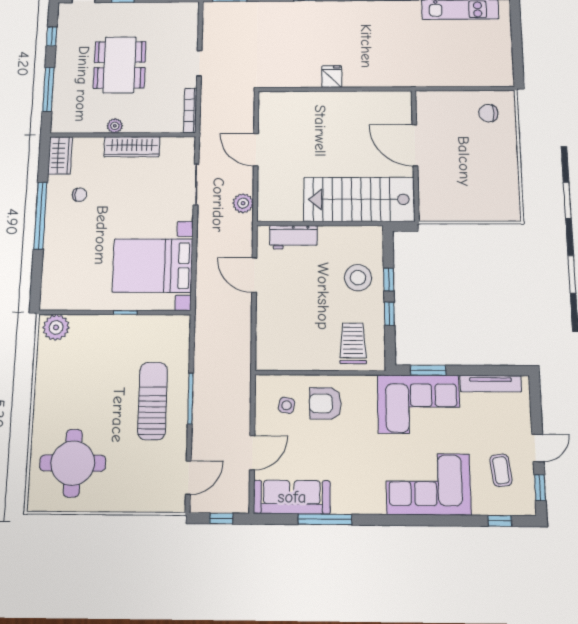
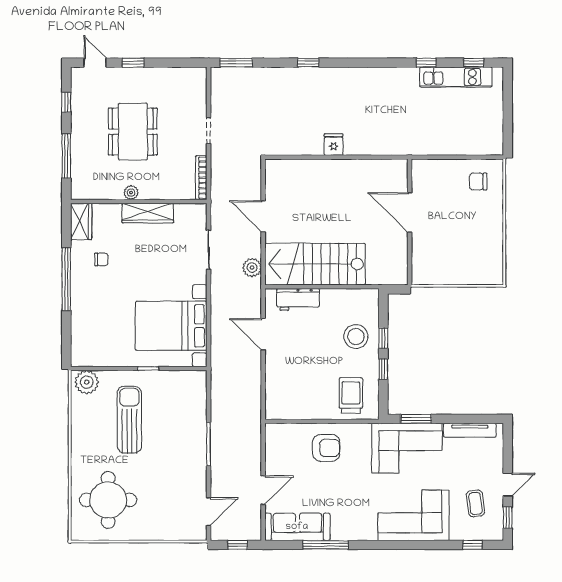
stairs: (359, 199) -> (315, 264), moved
sun lounger: (153, 401) -> (129, 420), moved
armchair: (325, 403) -> (326, 448), turned 180
side table: (286, 405) -> (293, 450), removed

